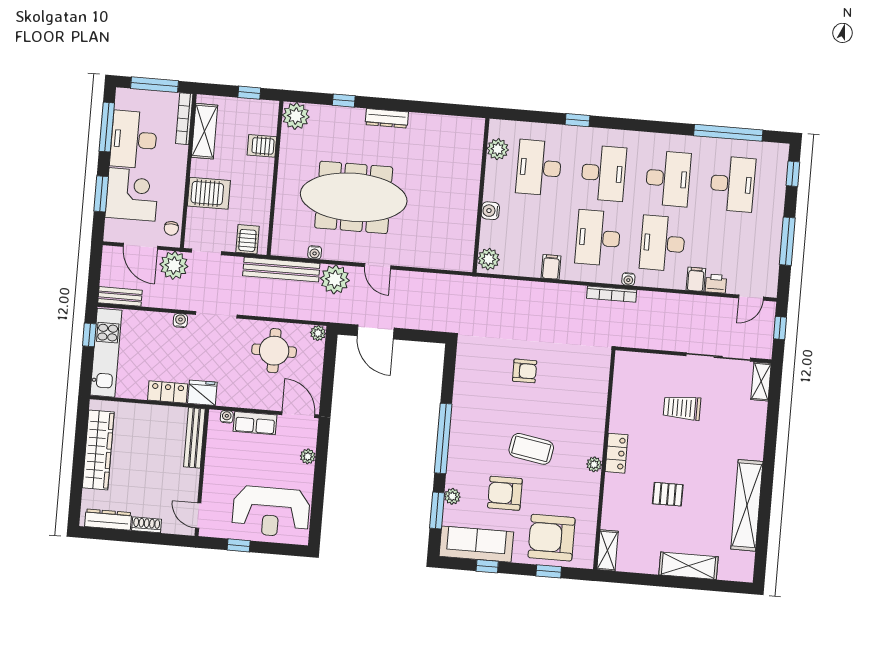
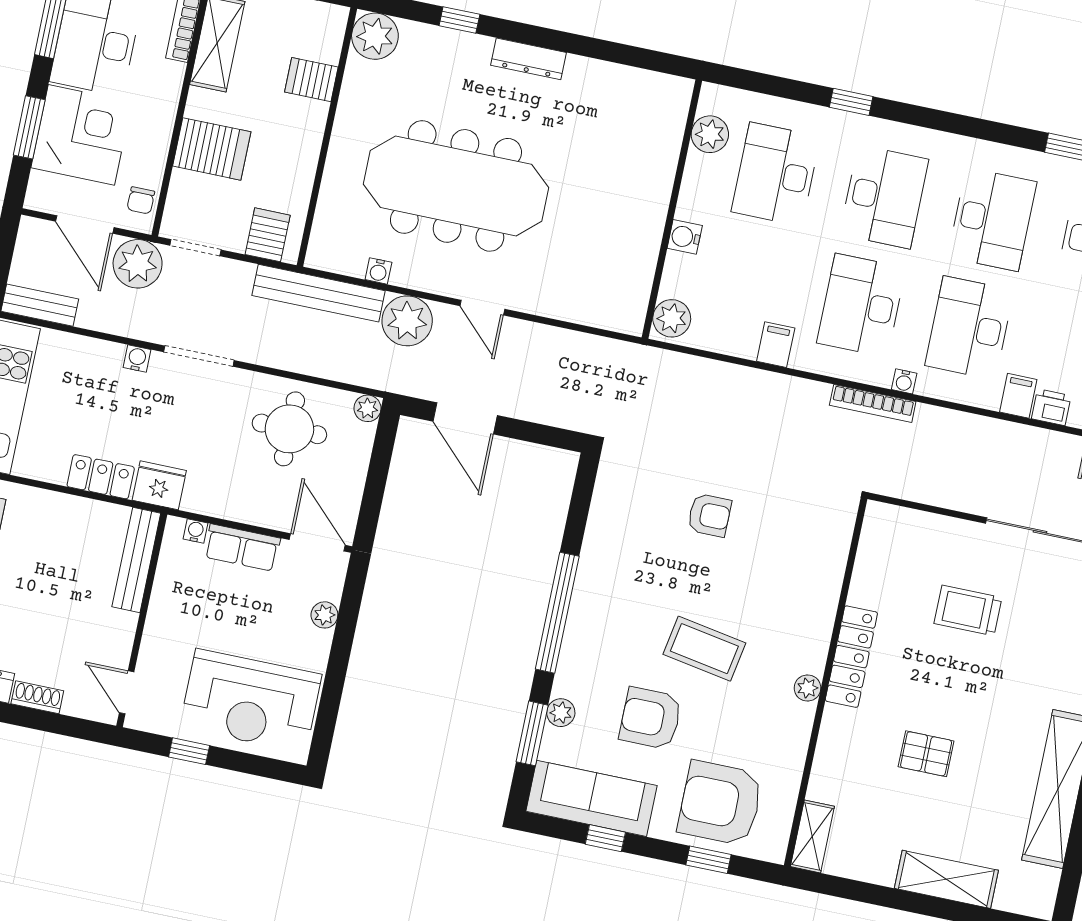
locker: (616, 453) -> (851, 657), width x1.53

